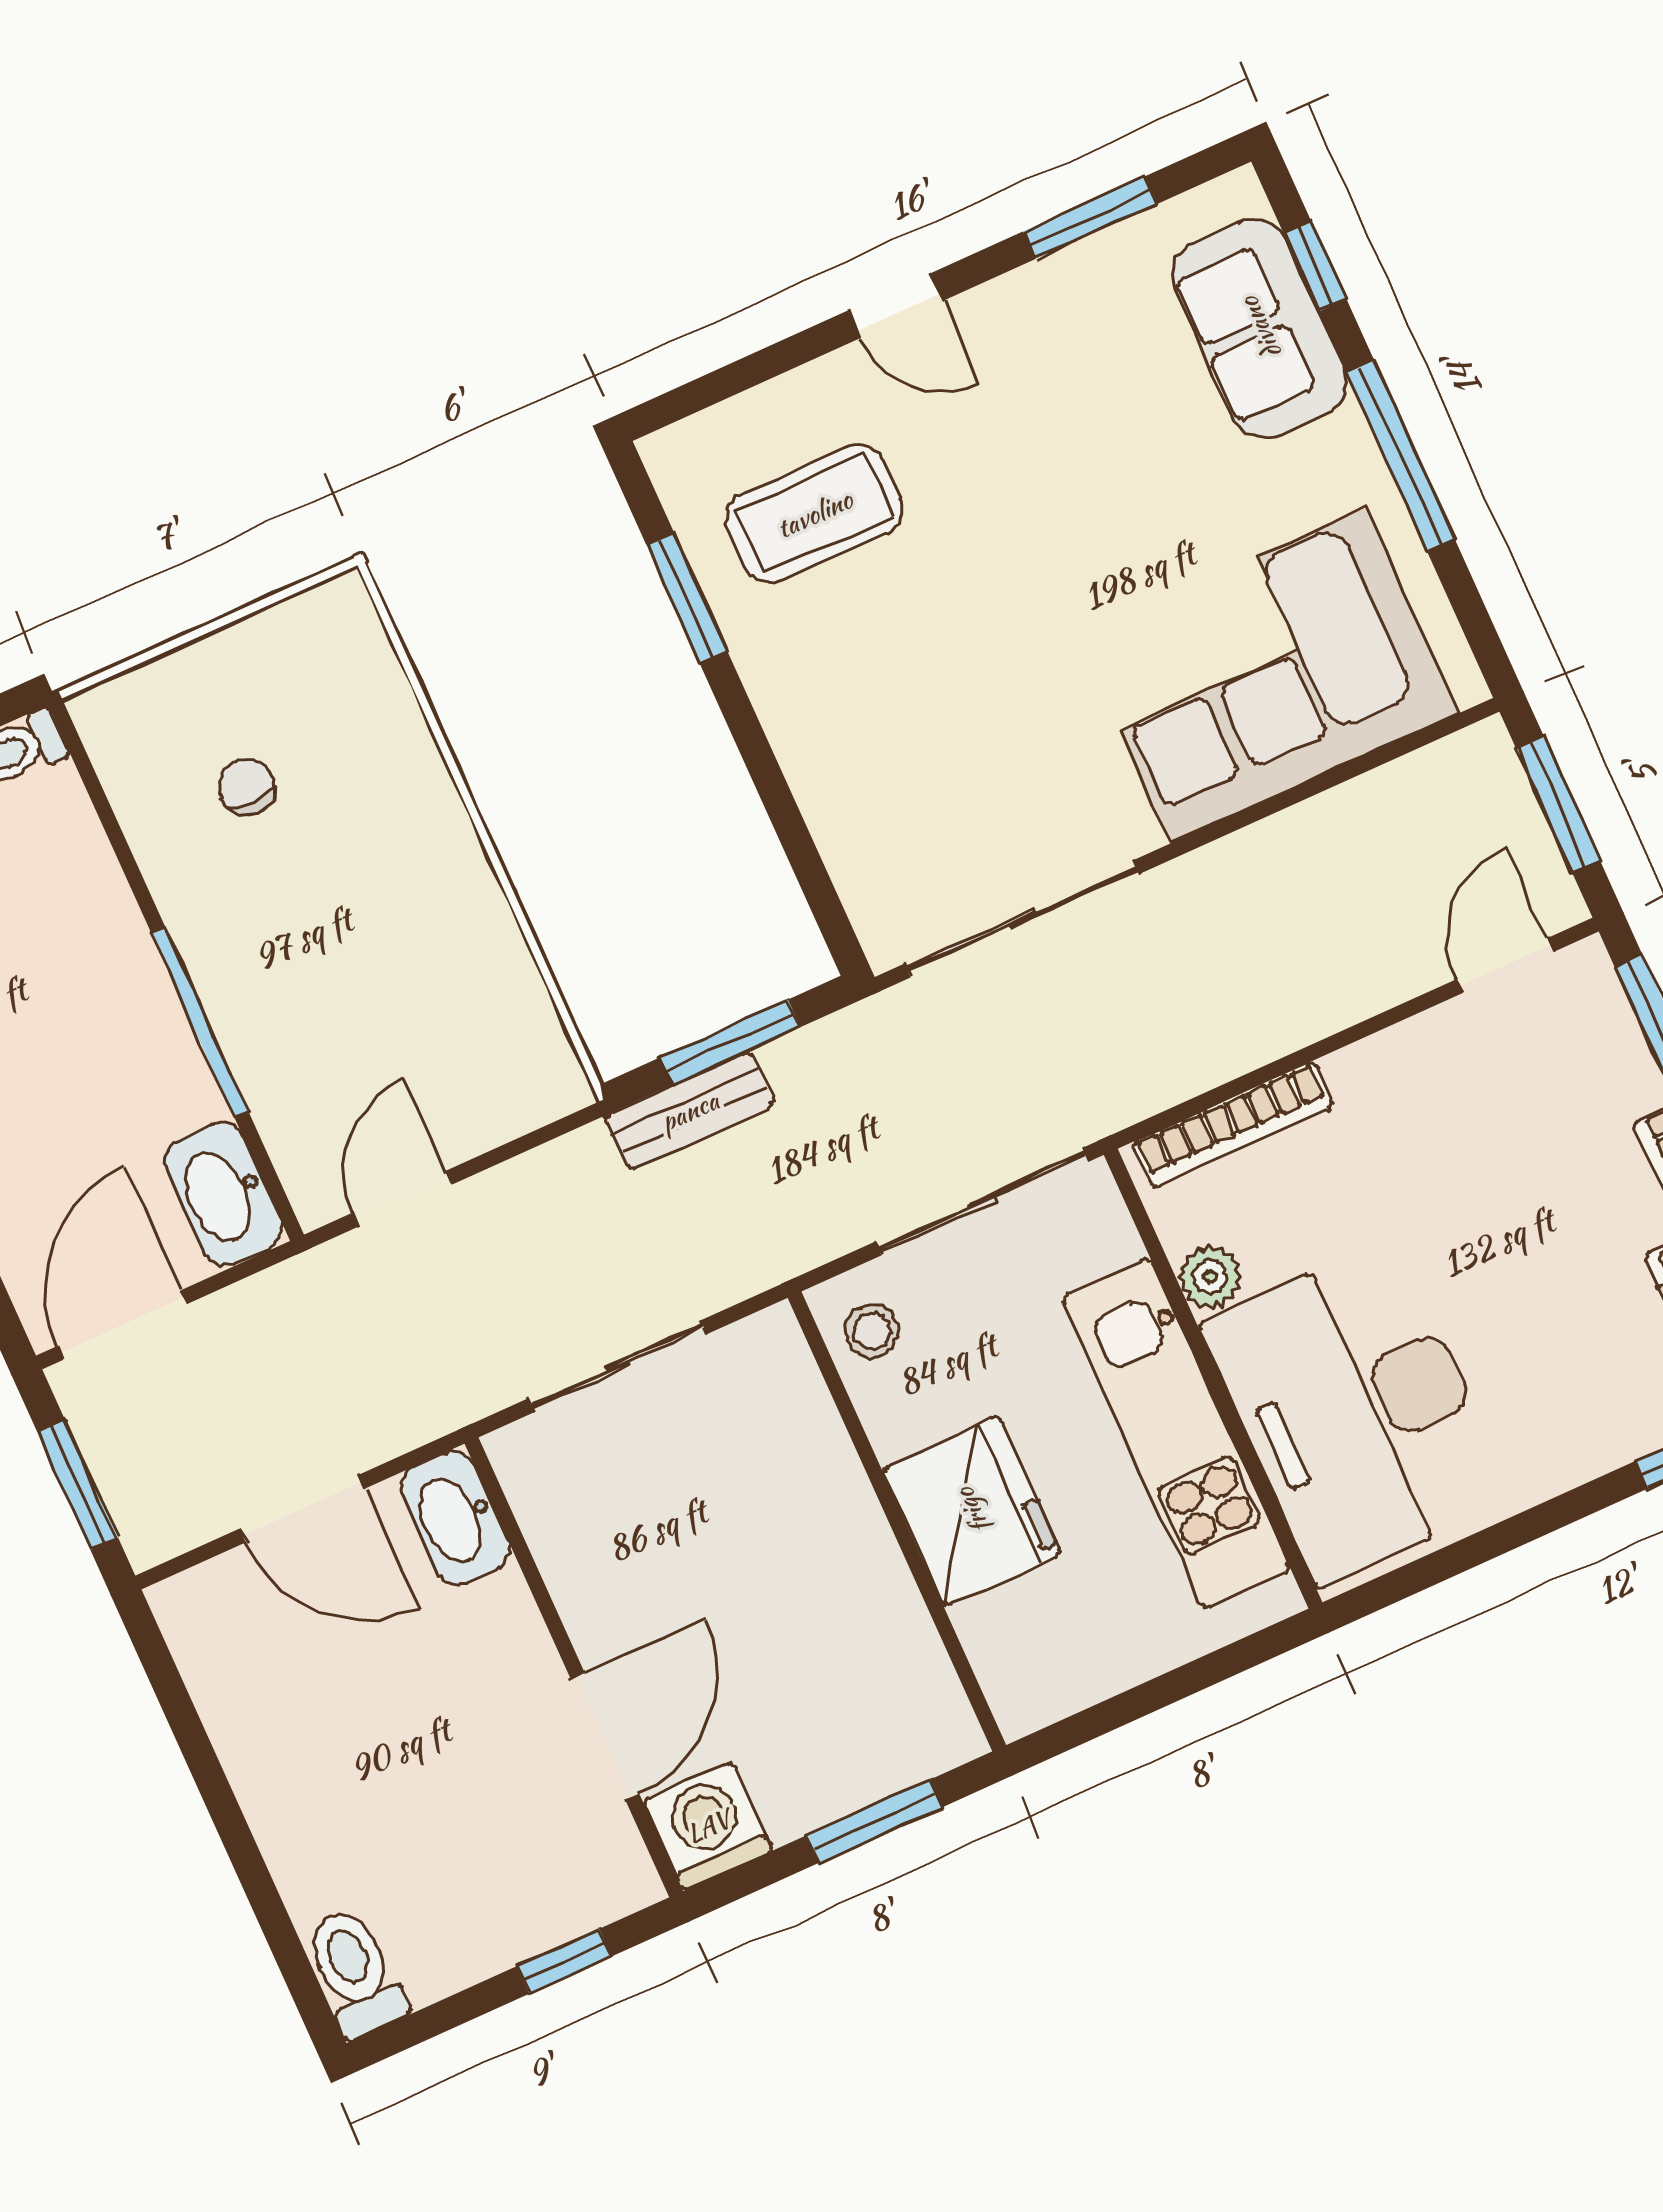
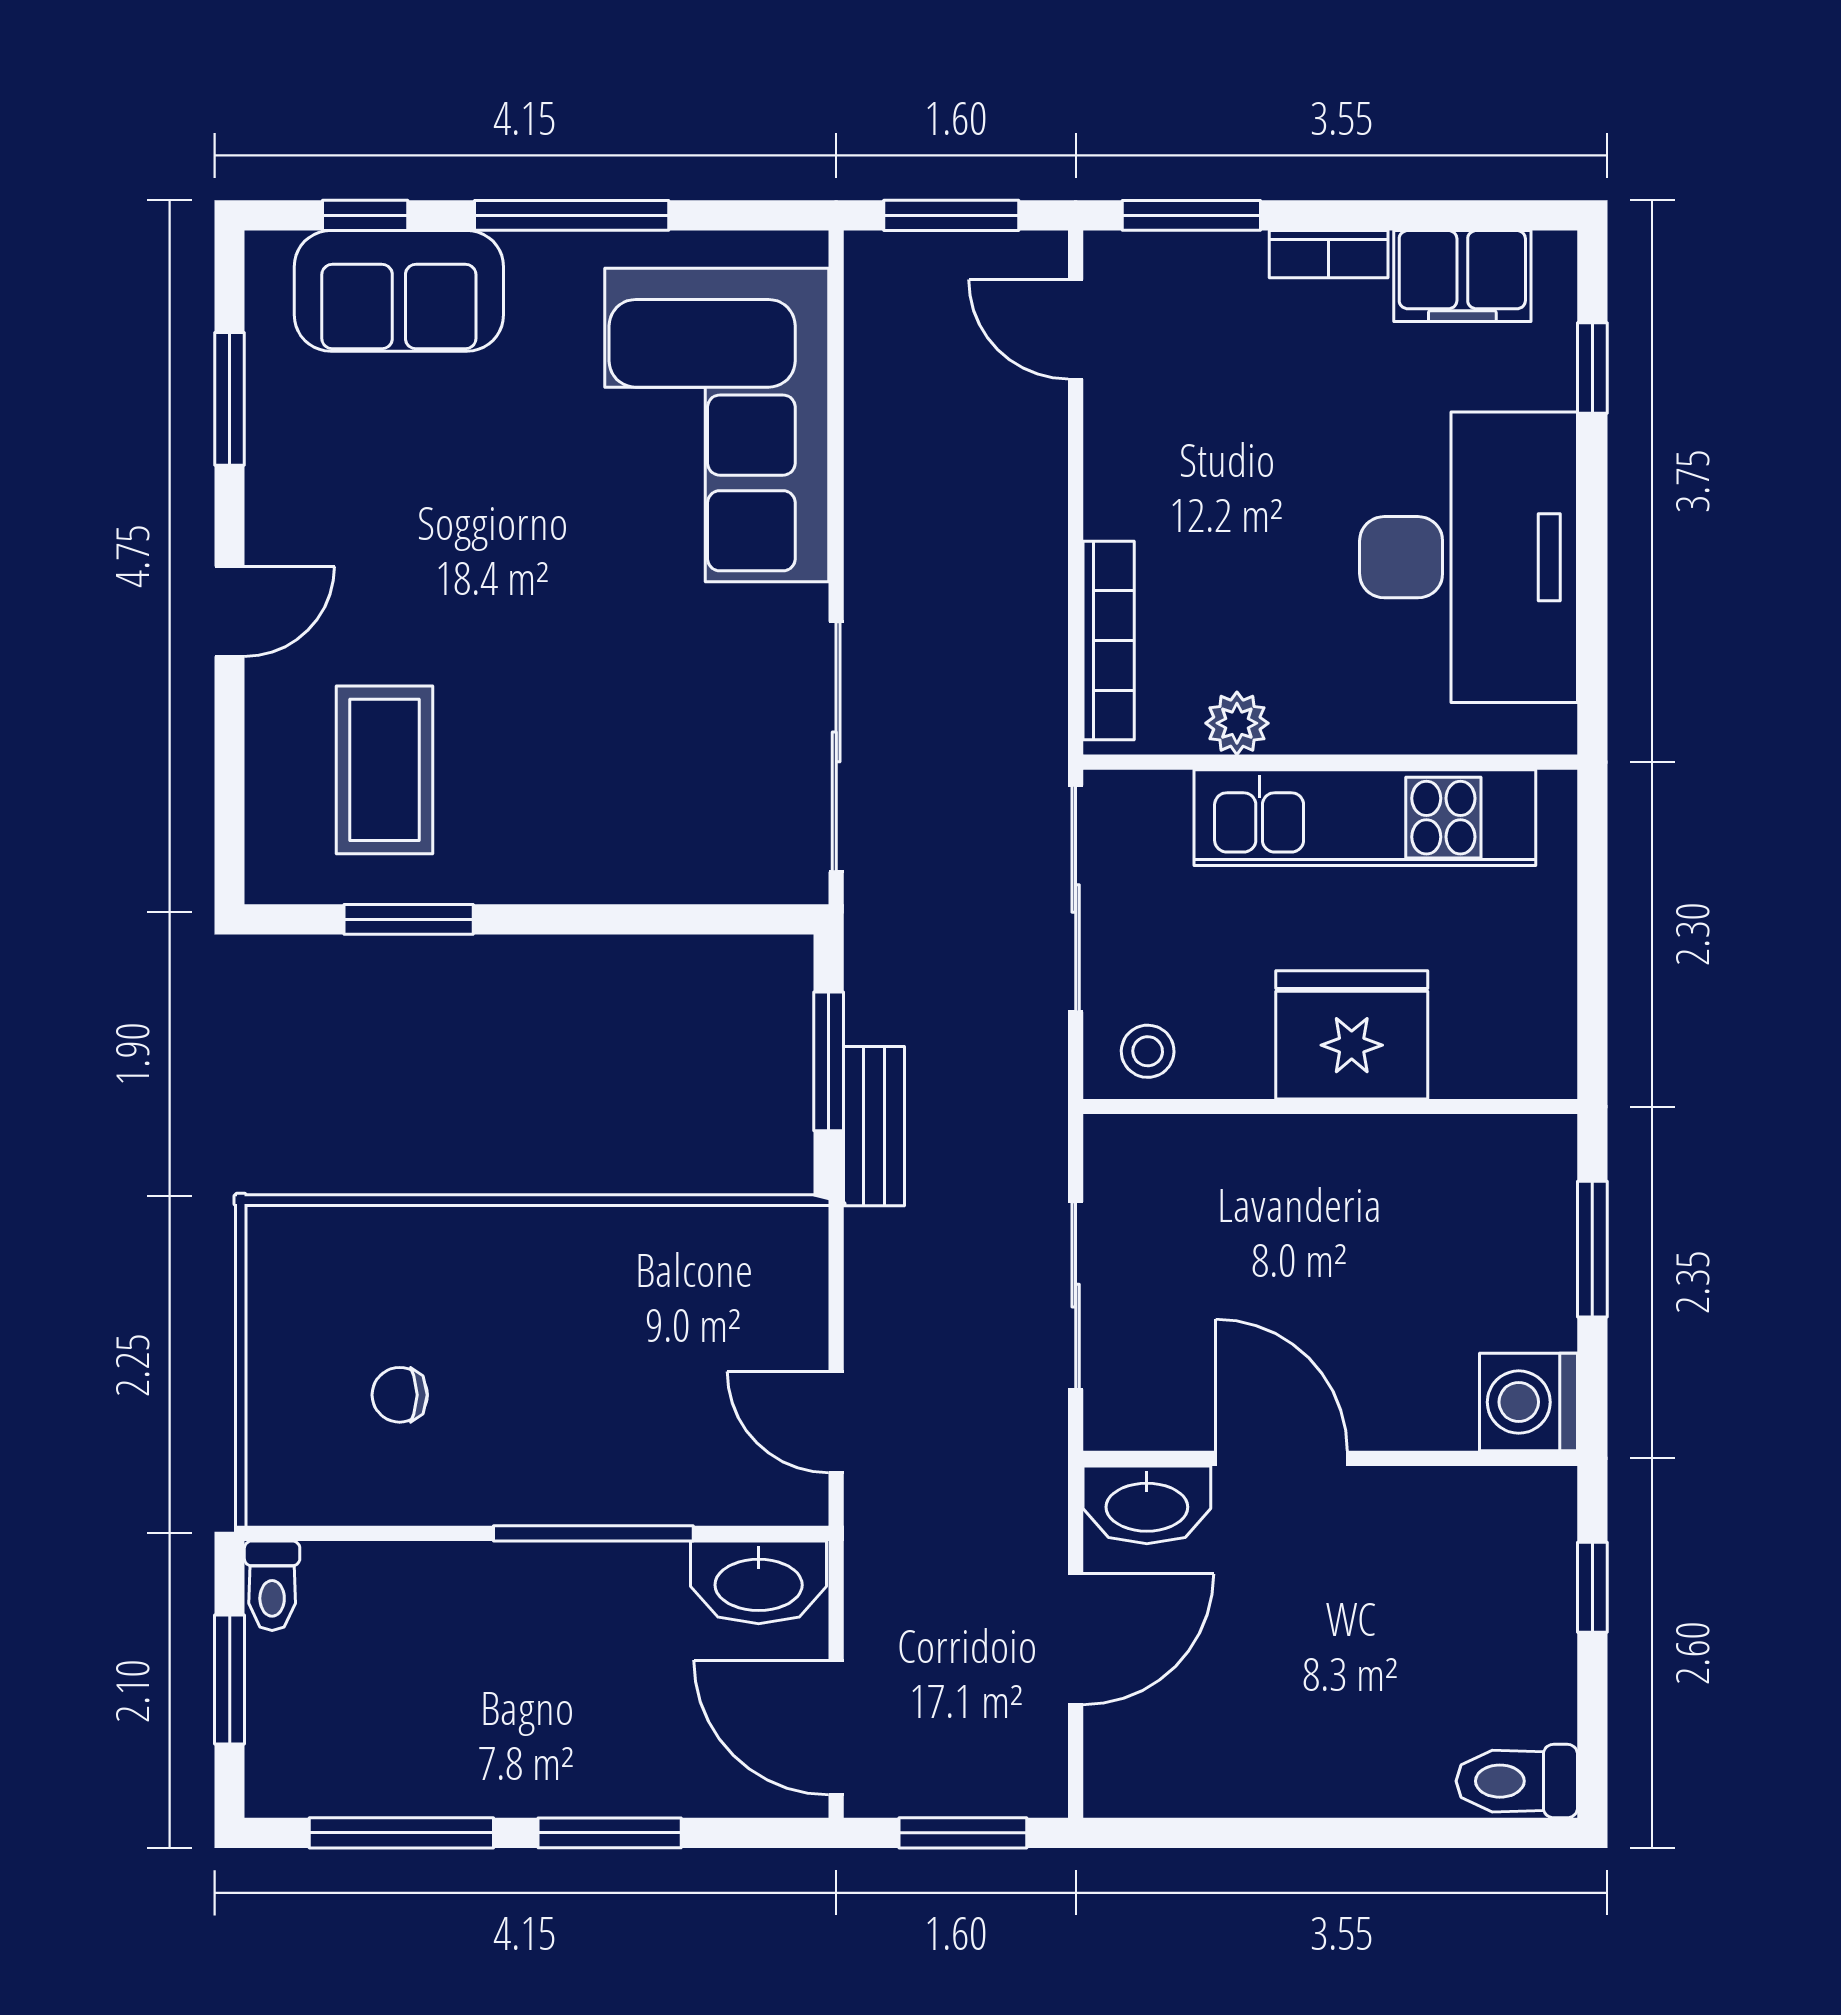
desk: (1357, 1412) -> (1469, 557), moved, turned -90
door: (605, 1736) -> (1282, 1458), moved

